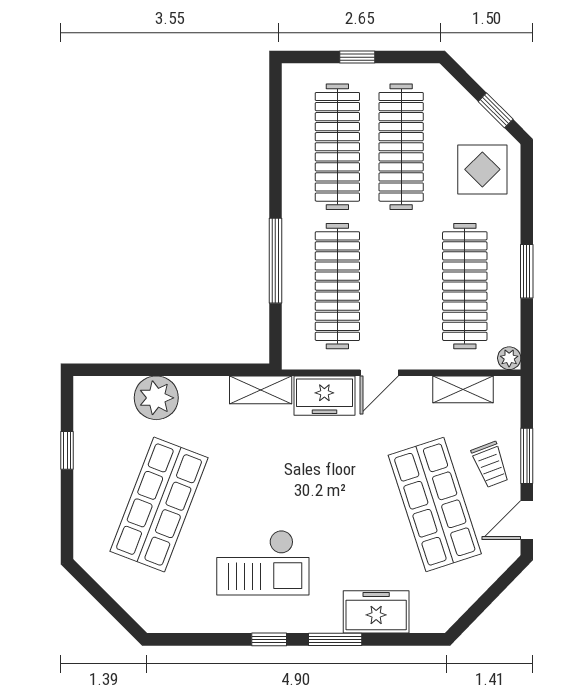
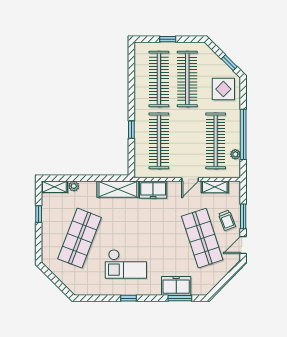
window: (275, 261) -> (131, 130), width x0.46
window: (527, 271) -> (243, 134), width x2.11
plant: (509, 358) -> (235, 154), moved
door: (379, 373) -> (190, 179), moved
shelving: (103, 389) -> (54, 187), added
shelving: (261, 390) -> (118, 189), width x1.50, depth x1.33
plant: (156, 398) -> (74, 186), width x0.53, depth x0.53
window: (335, 639) -> (180, 298), moved

